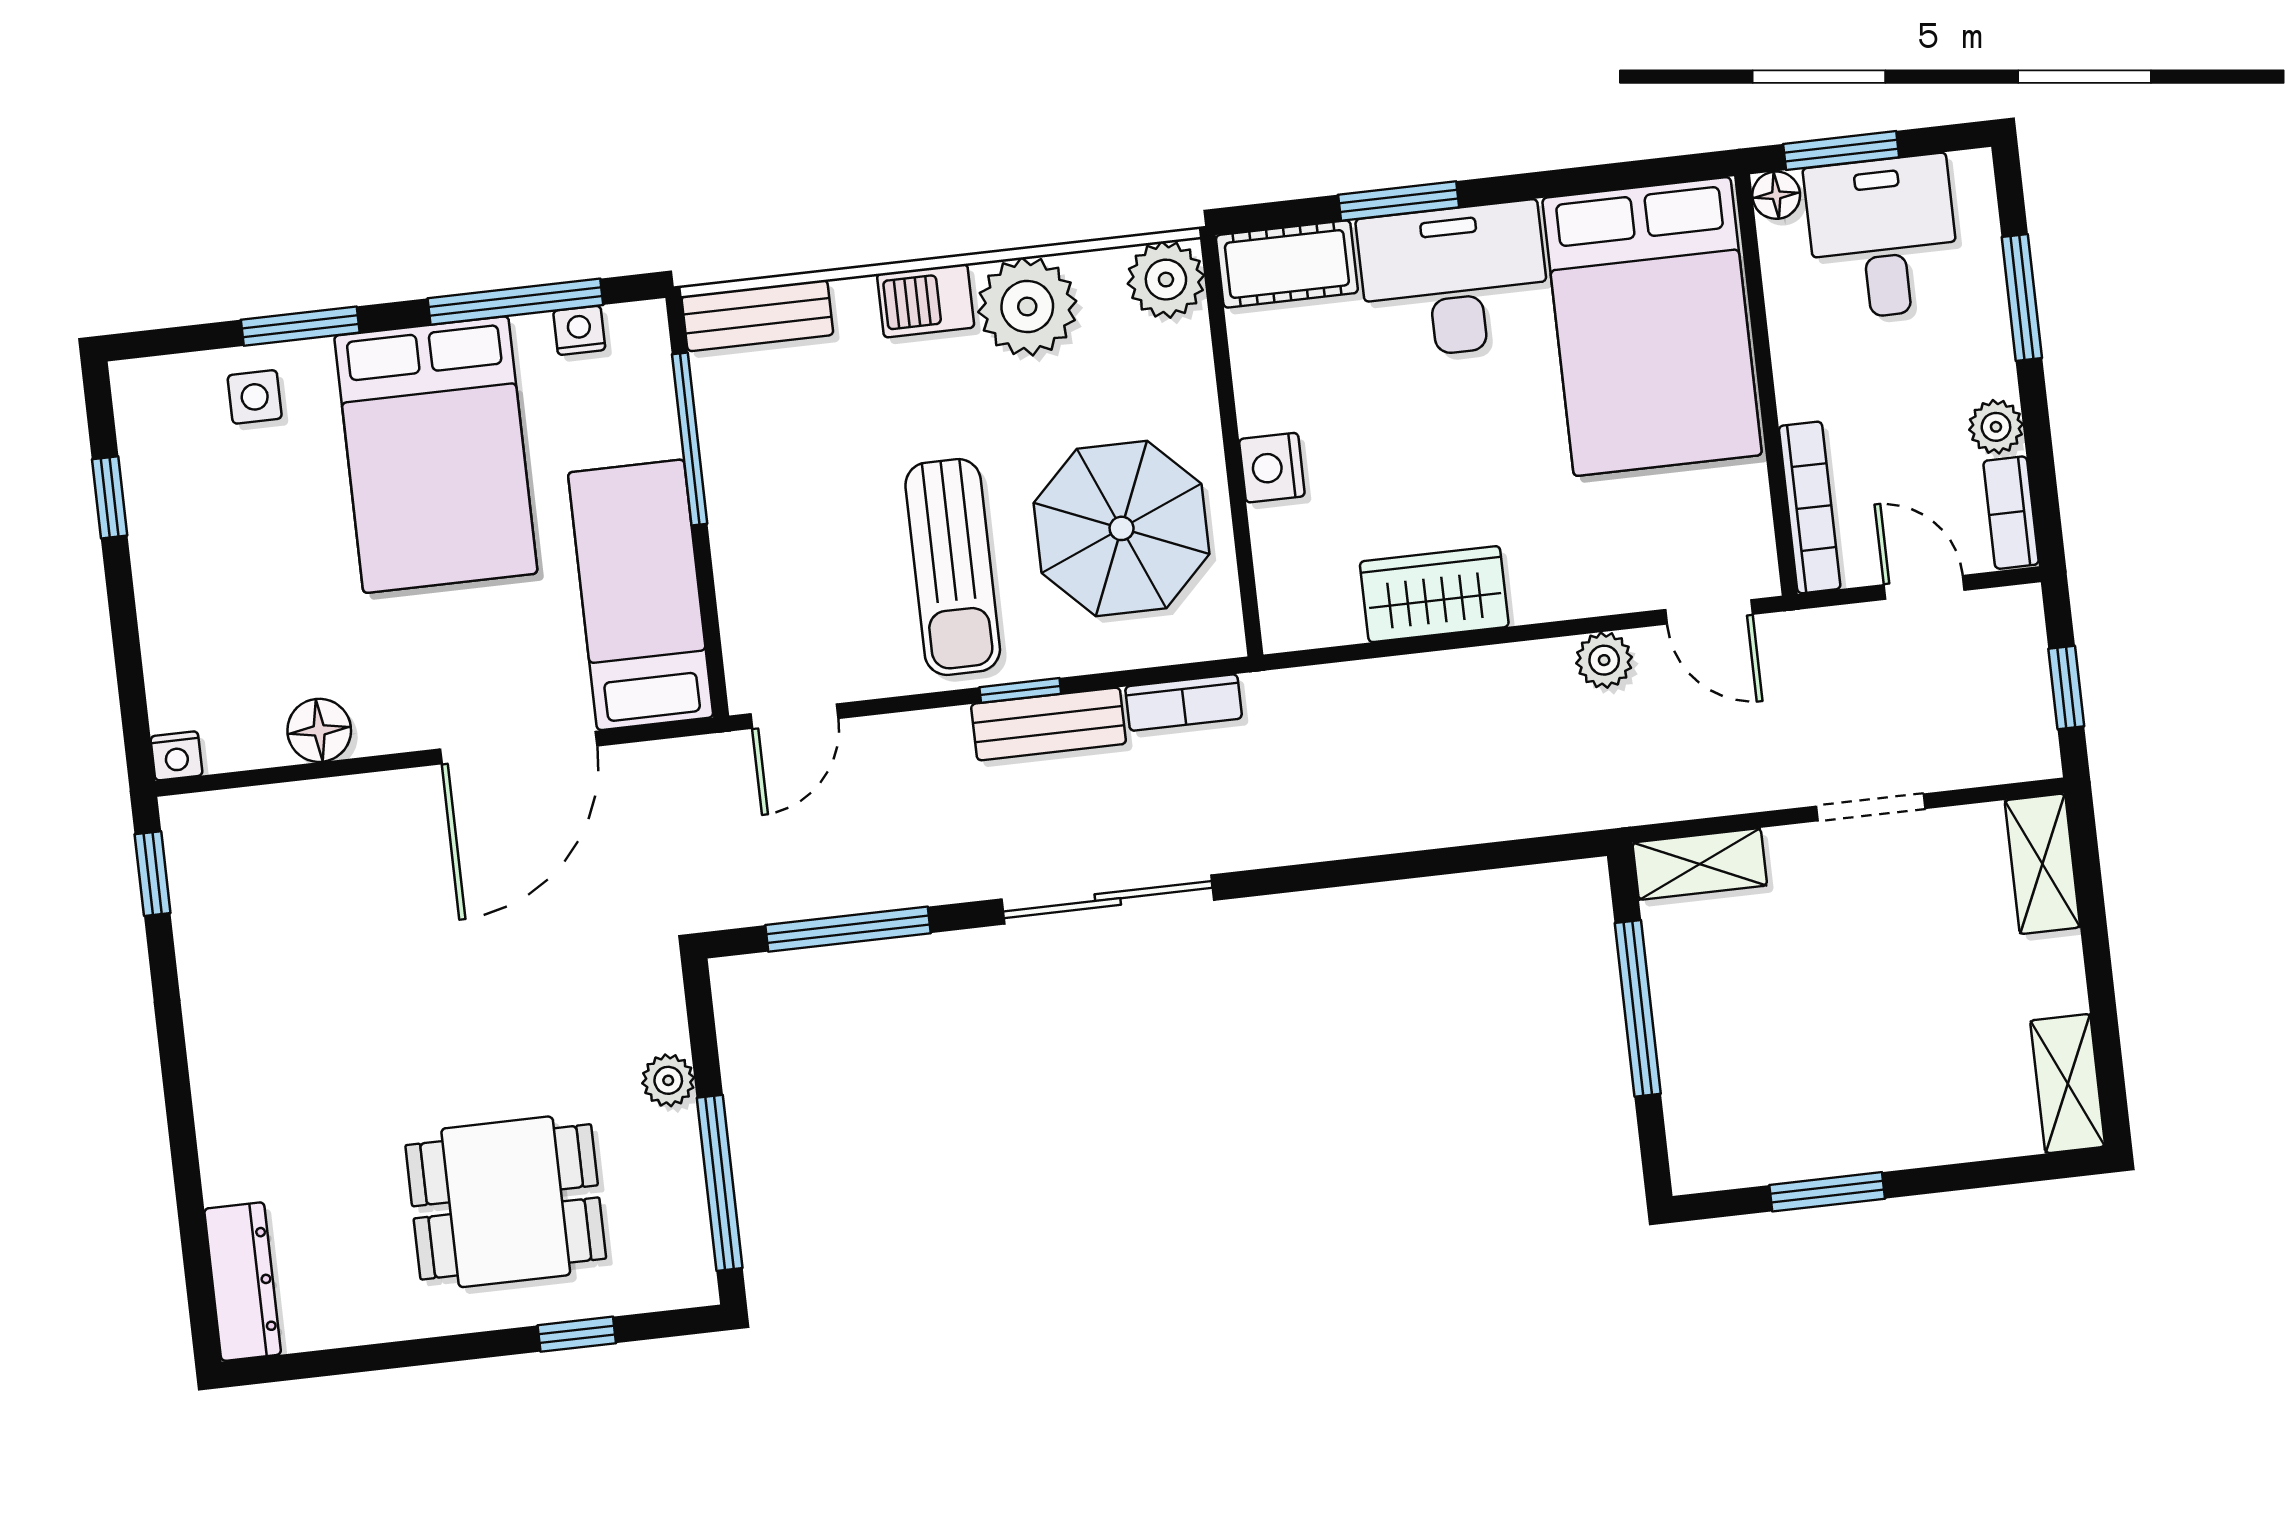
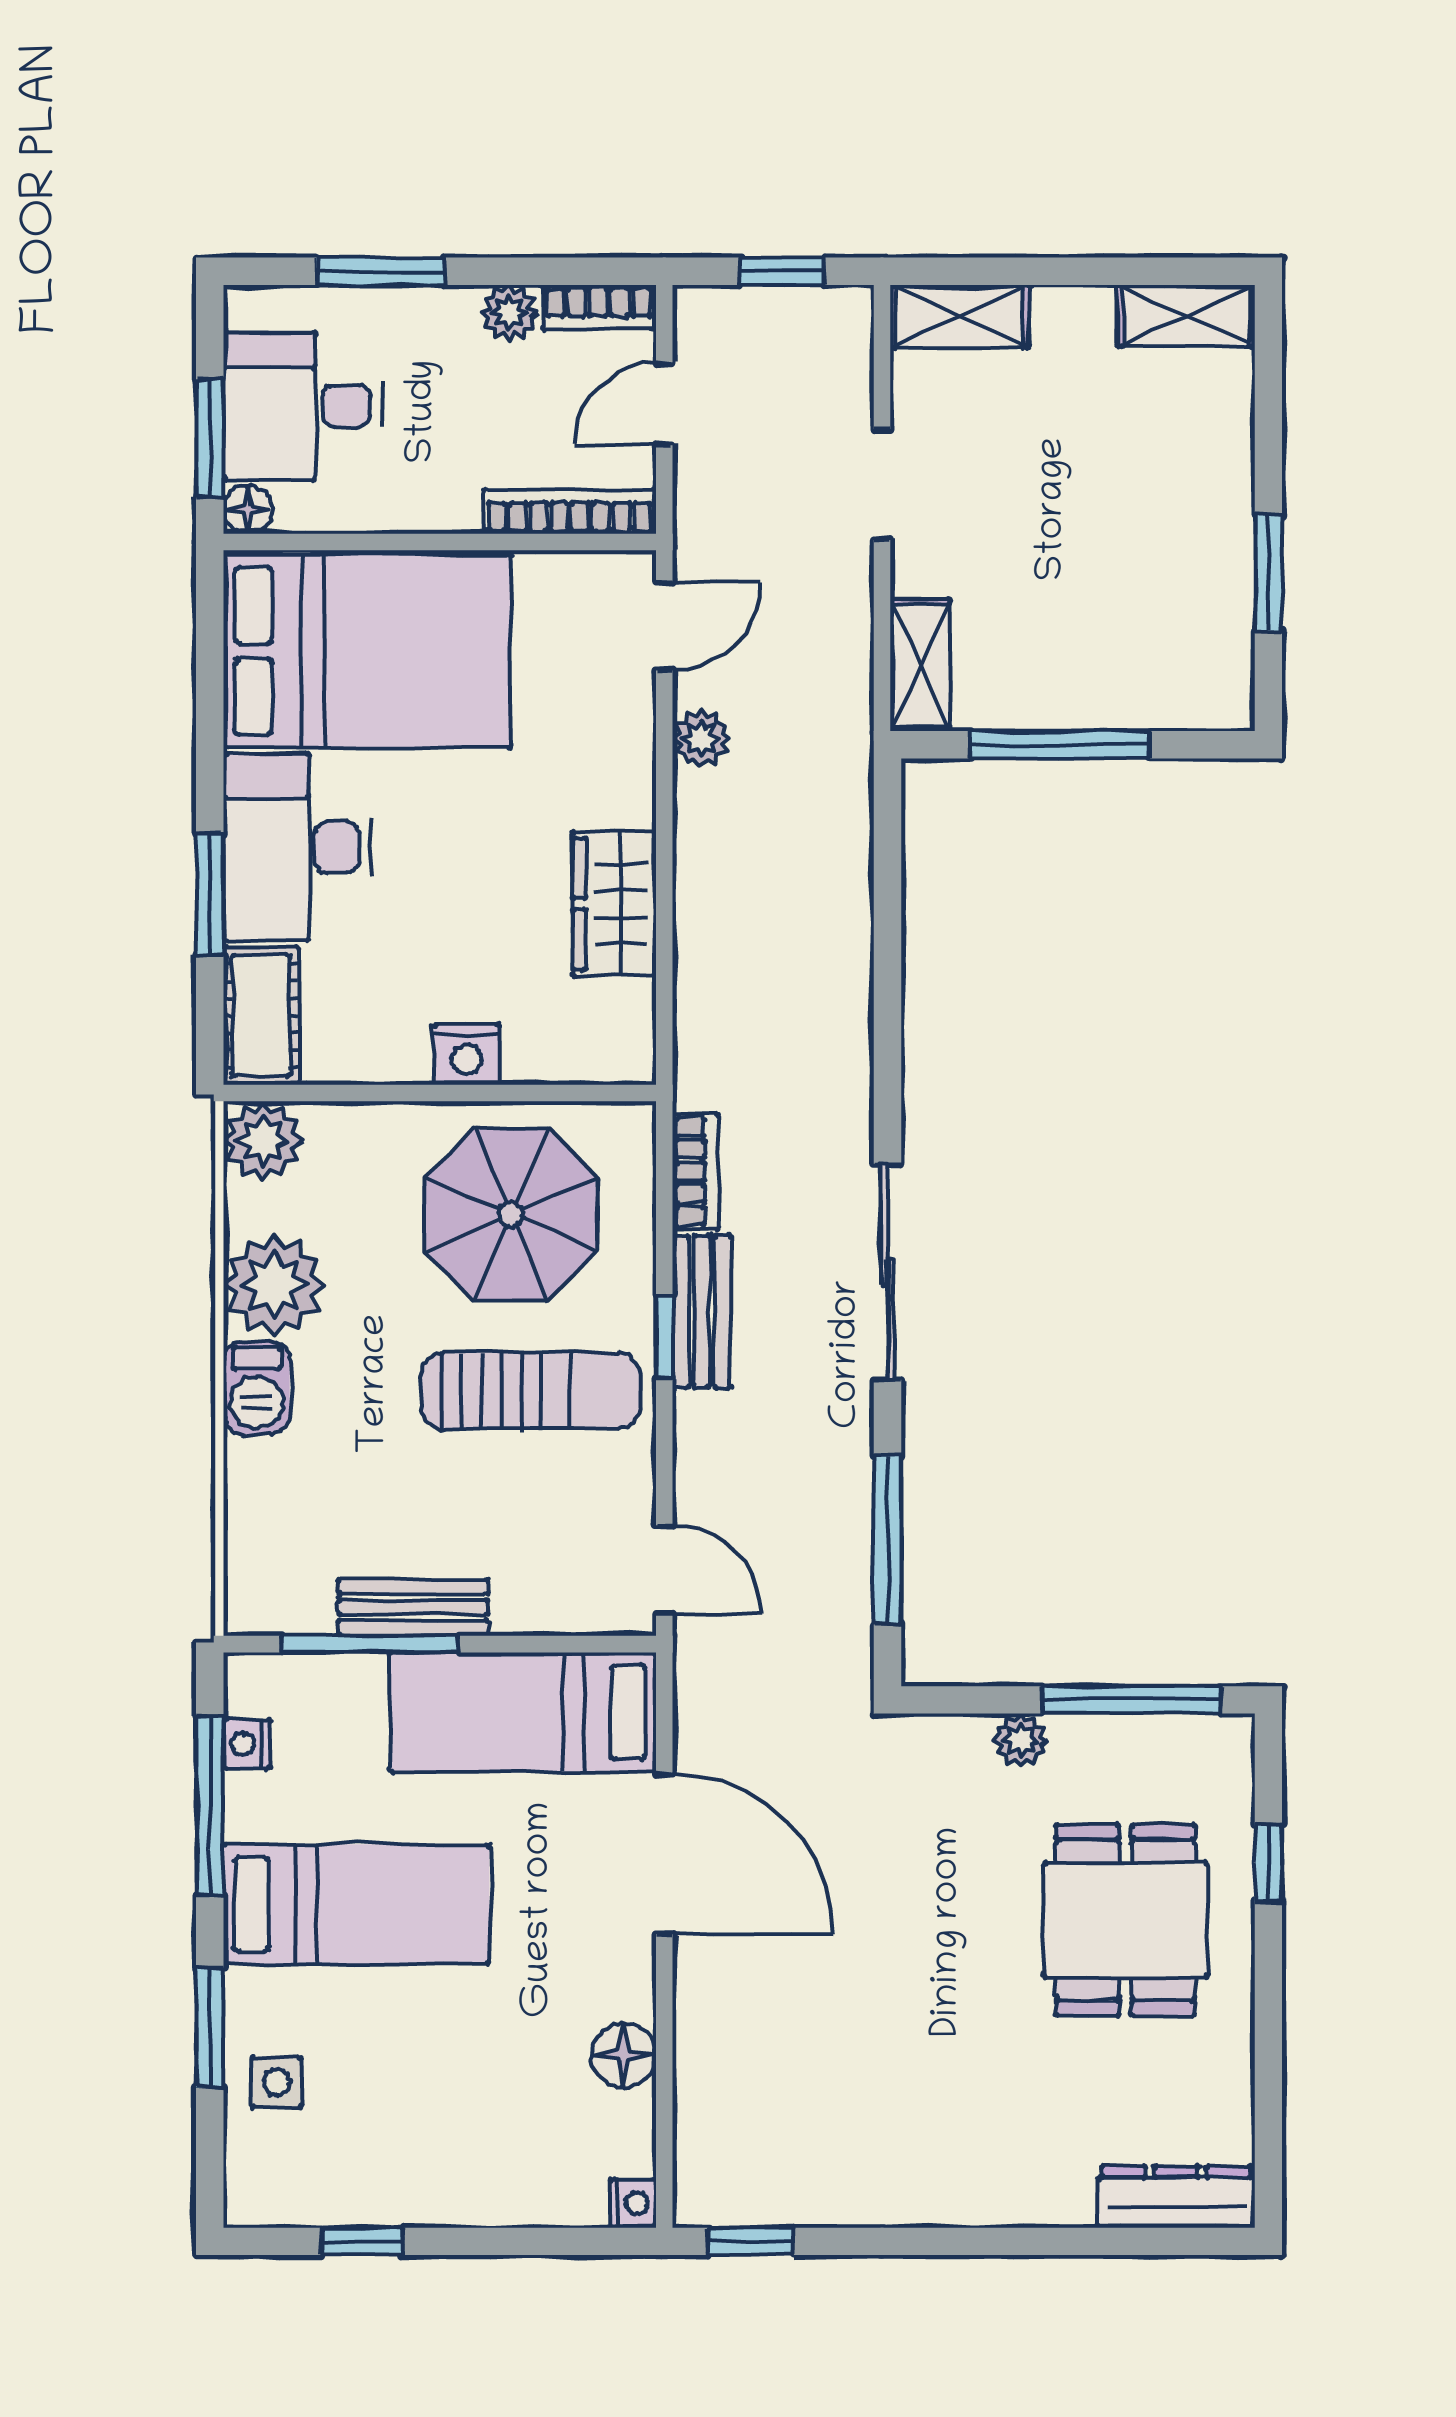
bench: (757, 316) -> (413, 1607), moved, turned 90
bed: (436, 455) -> (356, 1904), width x0.67

